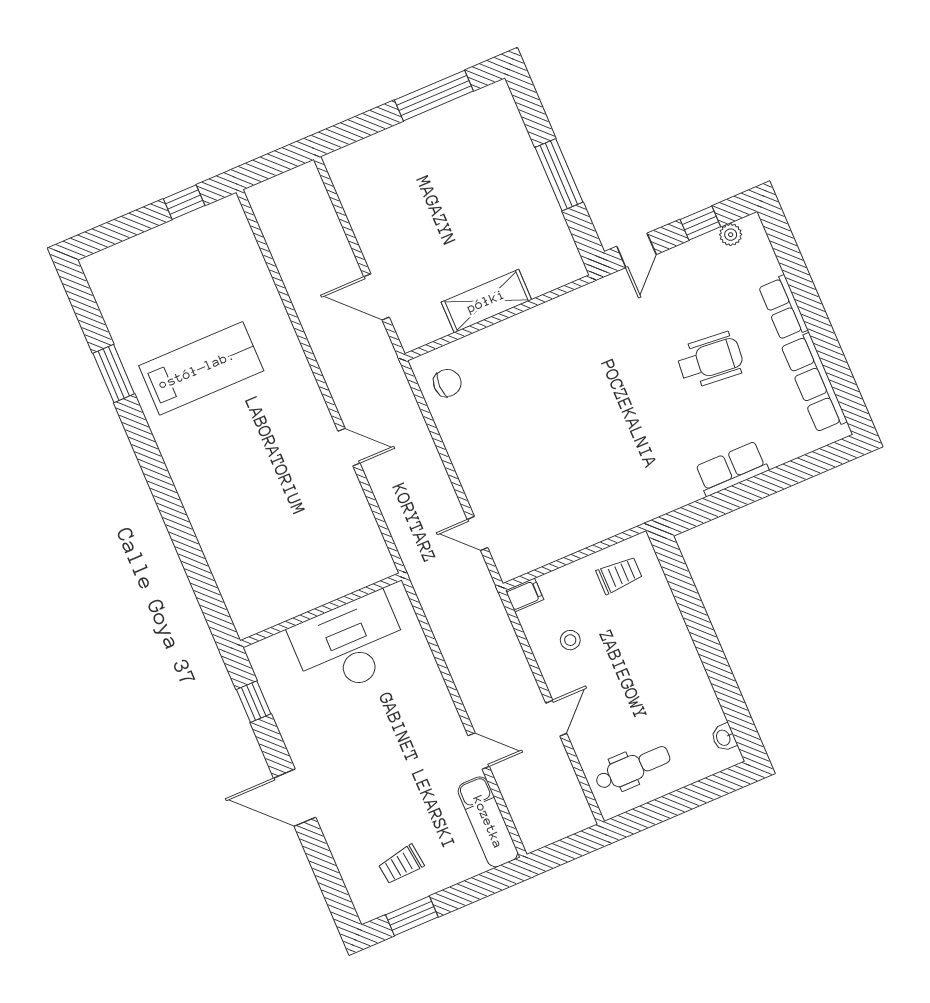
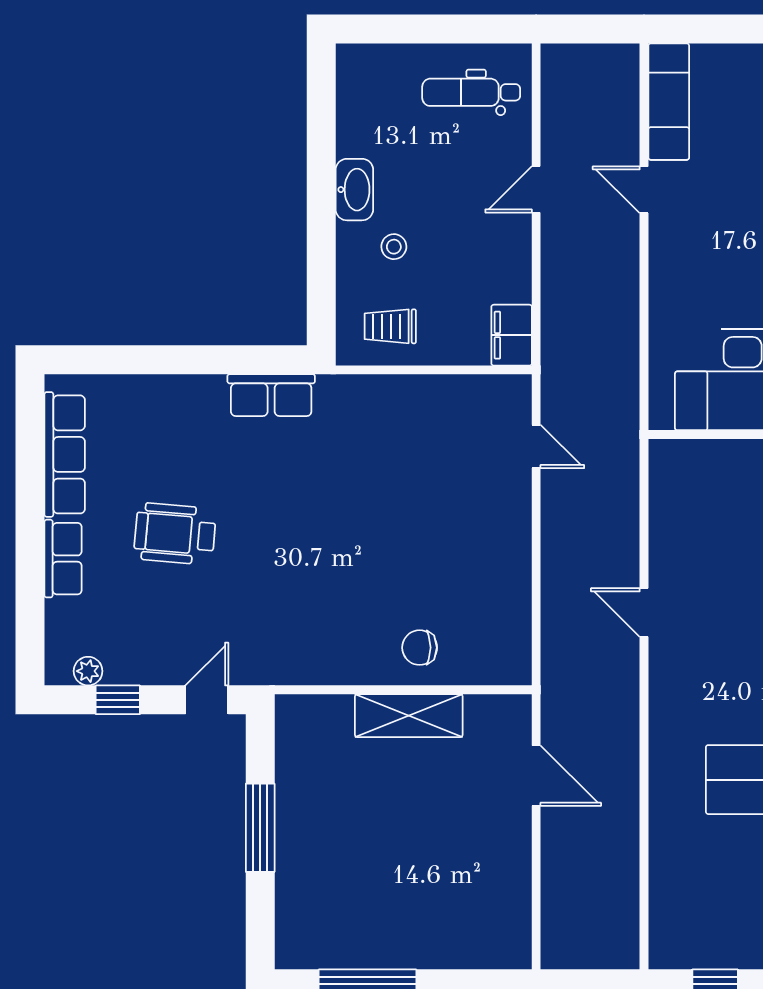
chair: (447, 383) -> (420, 648), moved
row of seats: (732, 469) -> (271, 395), moved
filing cabinet: (525, 595) -> (512, 335), width x2.00
stool: (570, 640) -> (394, 247), moved
washbasin: (724, 738) -> (354, 190), moved, width x1.91, depth x1.45

